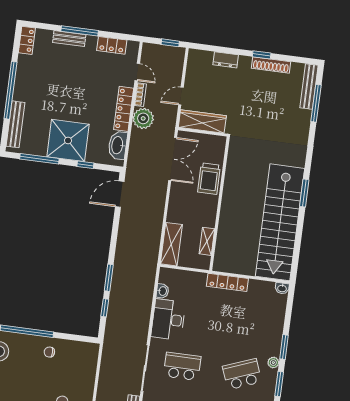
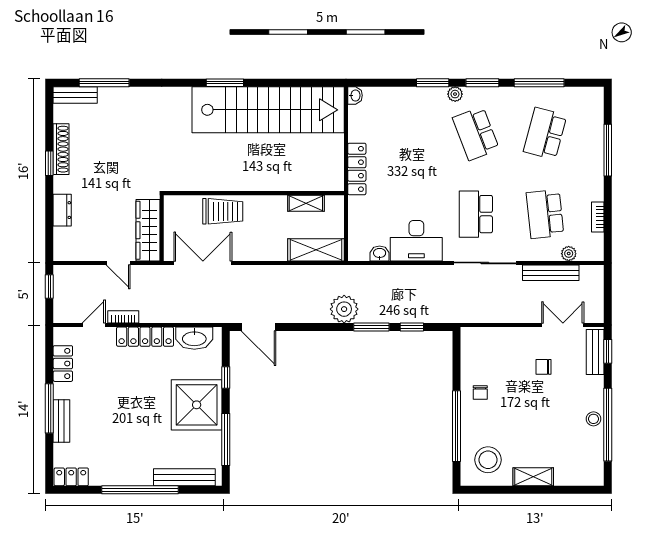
bench: (309, 87) -> (75, 95), width x0.73
plant: (143, 118) -> (344, 309), moved

